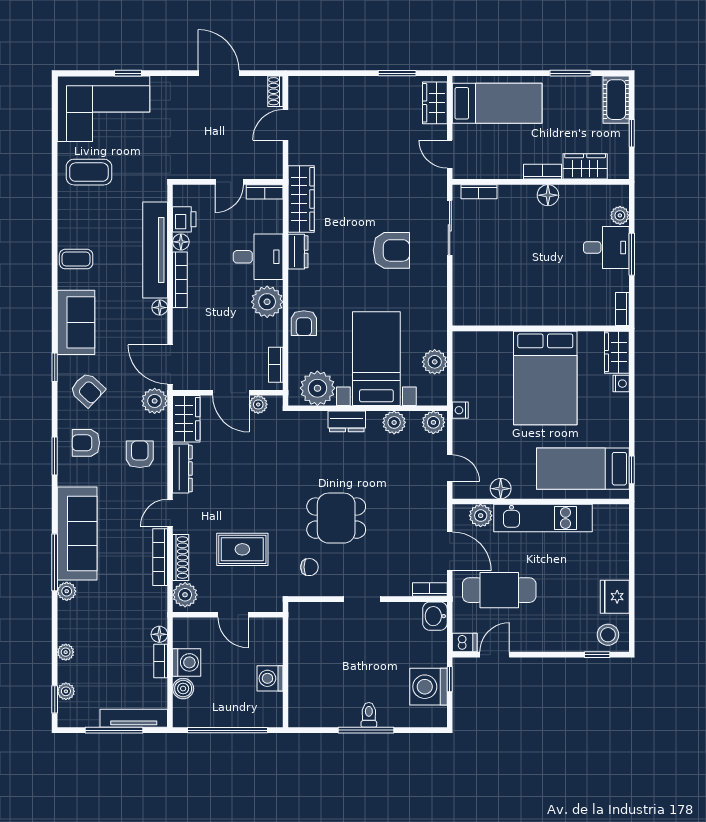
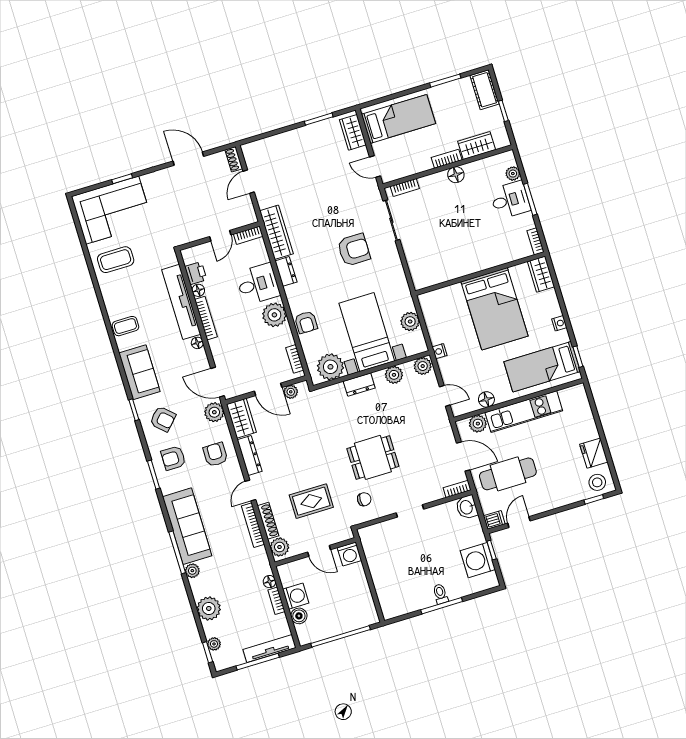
nightstand: (621, 384) -> (559, 323), moved
plant: (66, 652) -> (209, 608), width x1.88, depth x1.88
washing machine: (270, 678) -> (349, 554), moved, turned -90

